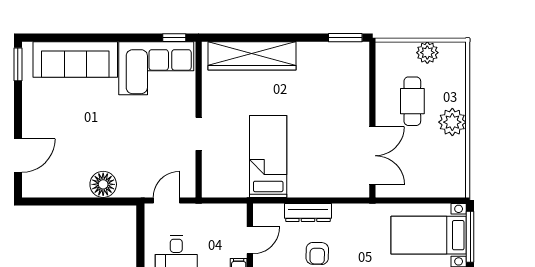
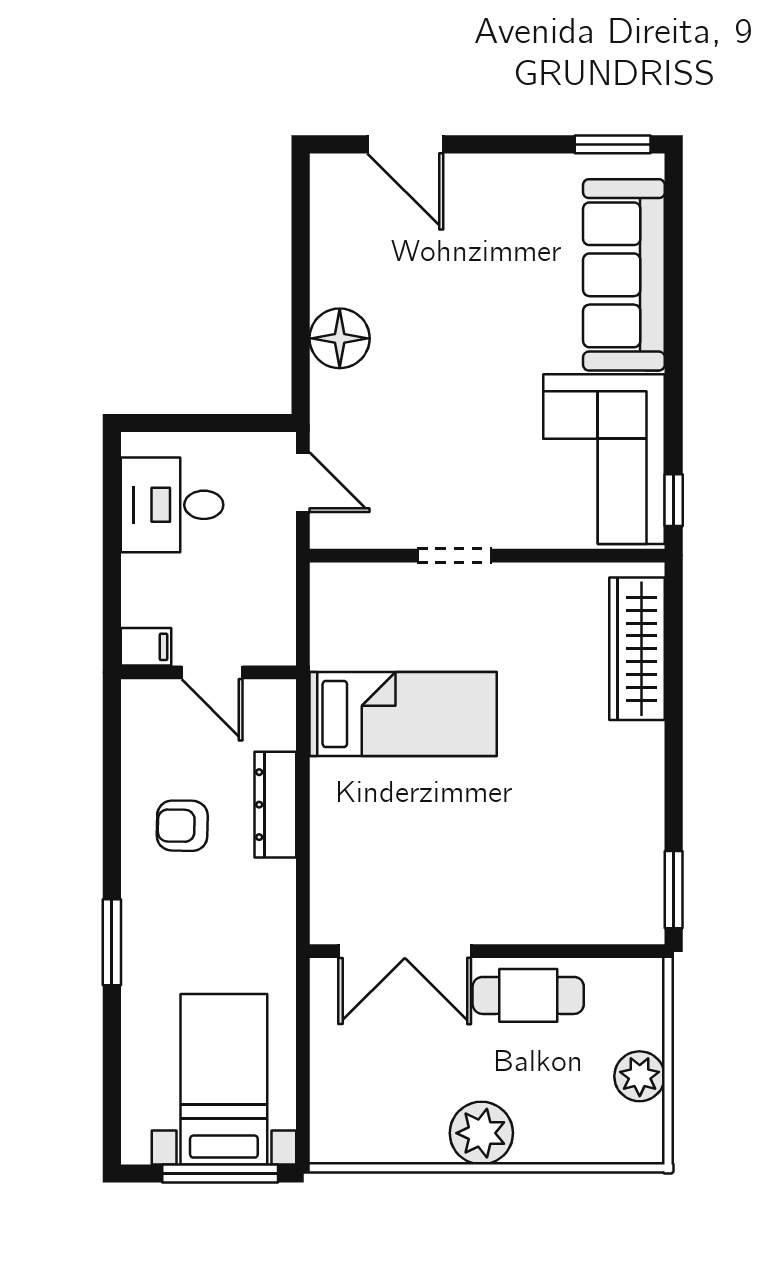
wardrobe: (252, 56) -> (637, 649), width x0.71, depth x0.85
cafe table: (412, 101) -> (528, 995), moved

